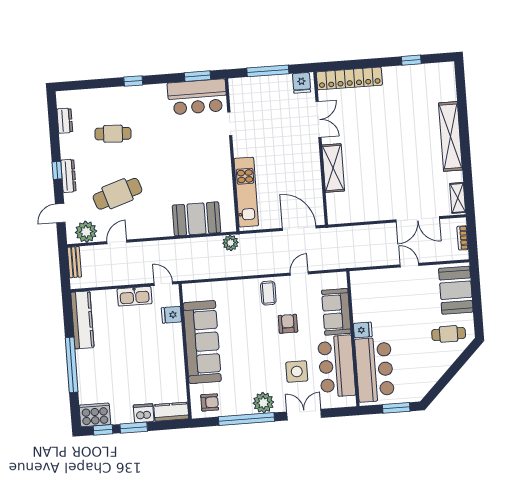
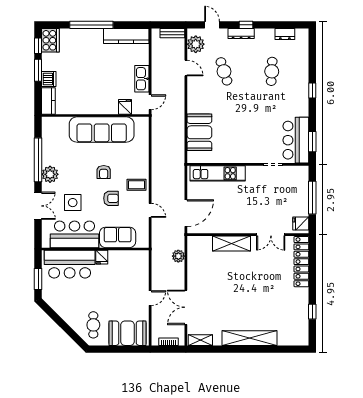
cafe table: (118, 194) -> (224, 71), width x0.73, depth x0.74
plant: (231, 243) -> (178, 256), moved
armchair: (210, 402) -> (104, 172), moved

